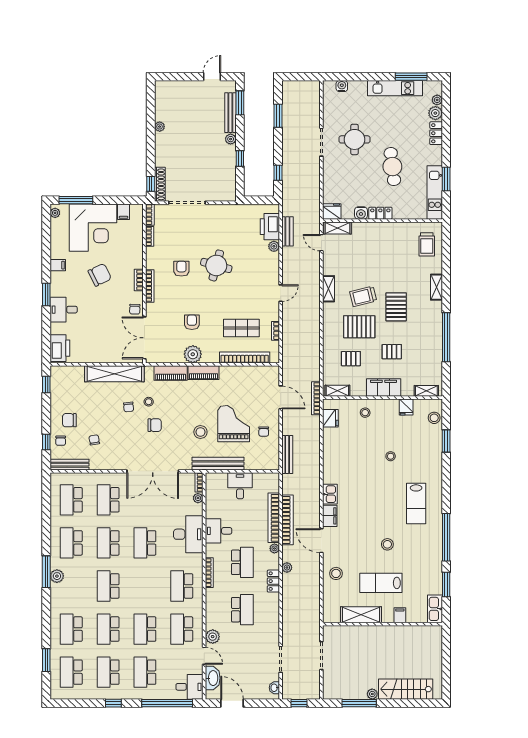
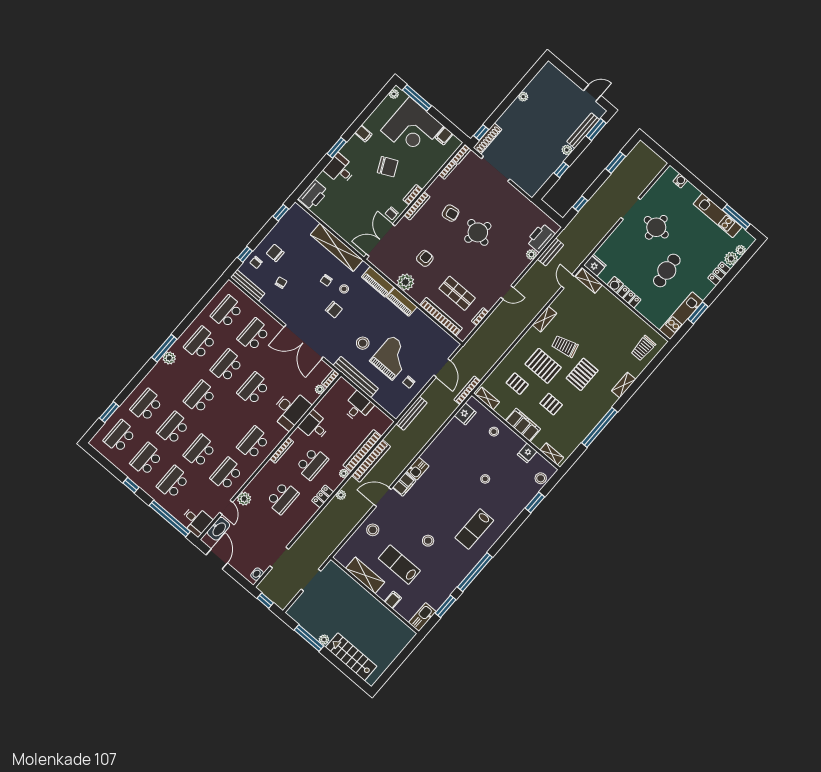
armchair: (181, 269) -> (451, 213), turned 80
door: (321, 541) -> (383, 497), hinge flipped

